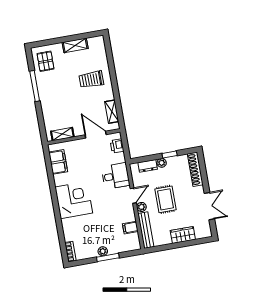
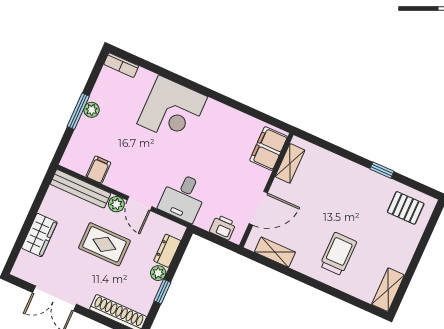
shelving: (75, 45) -> (388, 290), moved
window: (35, 86) -> (382, 170), width x0.46
filing cabinet: (58, 162) -> (269, 149), moved, turned 90
corner desk: (74, 200) -> (172, 110), moved

